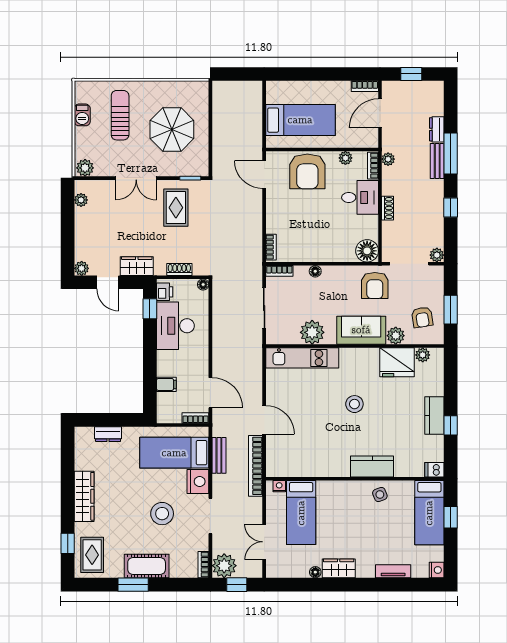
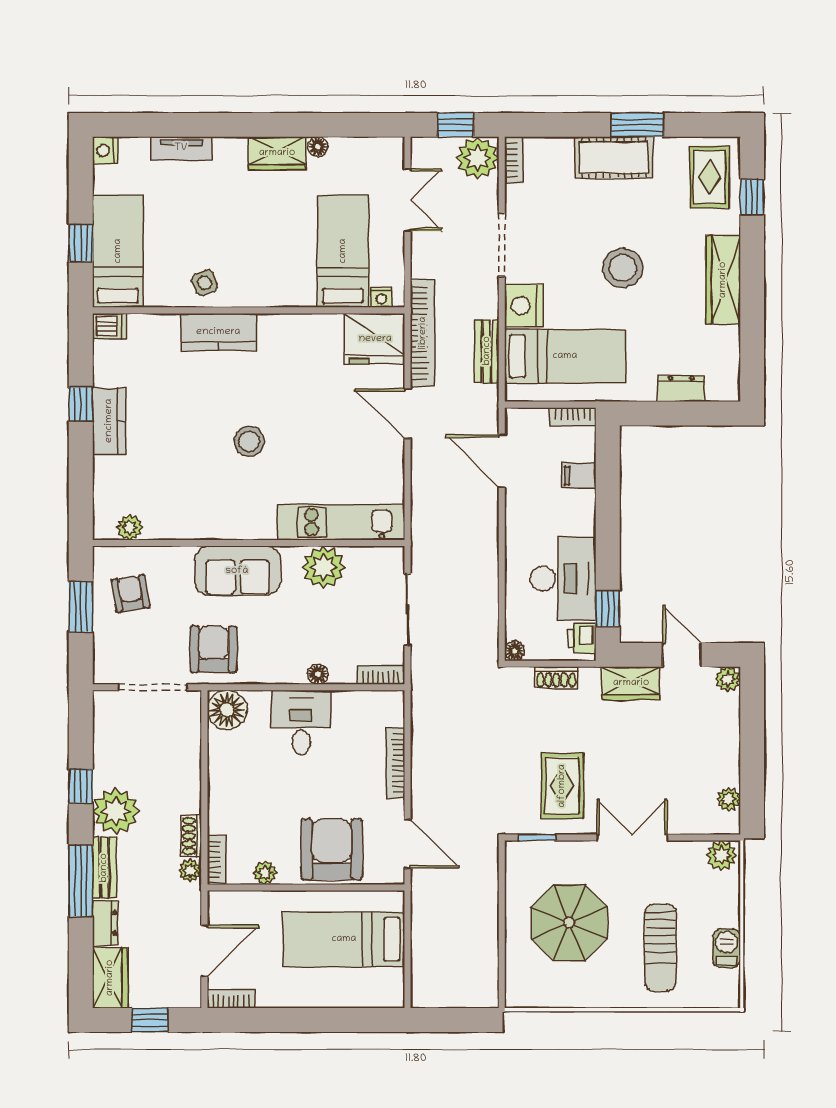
wardrobe: (434, 98) -> (110, 978), added
desk: (360, 197) -> (301, 722), moved, turned 90
shoe rack: (388, 208) -> (191, 836), moved
bookcase: (271, 247) -> (396, 763), moved, width x1.56
plant: (437, 255) -> (116, 811), moved, width x1.88, depth x1.88
plant: (396, 336) -> (177, 561), removed
fridge: (397, 362) -> (375, 339), moved, turned 180
bookcase: (195, 418) -> (573, 417), moved
stool: (162, 514) -> (623, 268), moved

